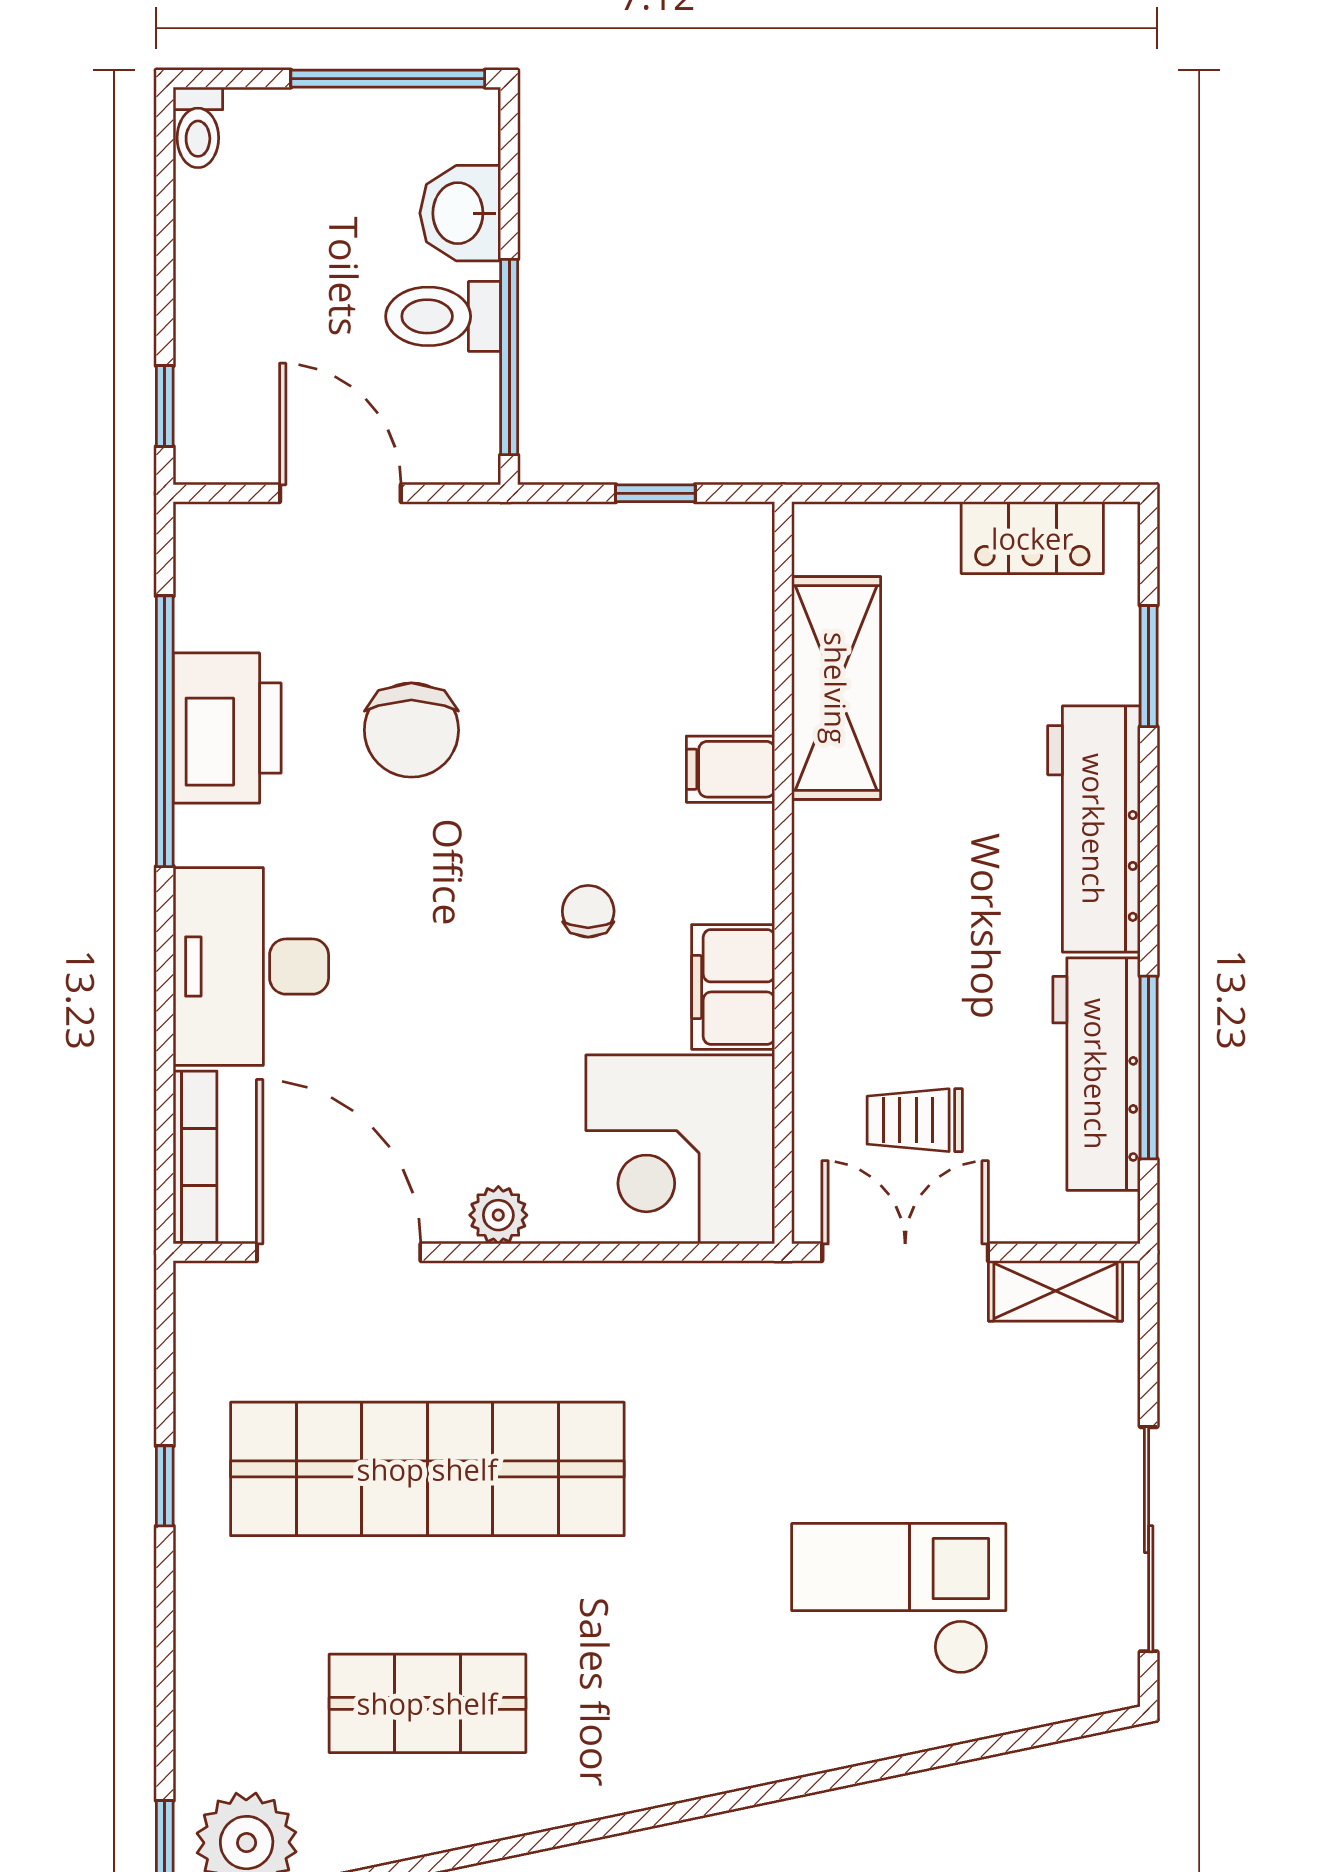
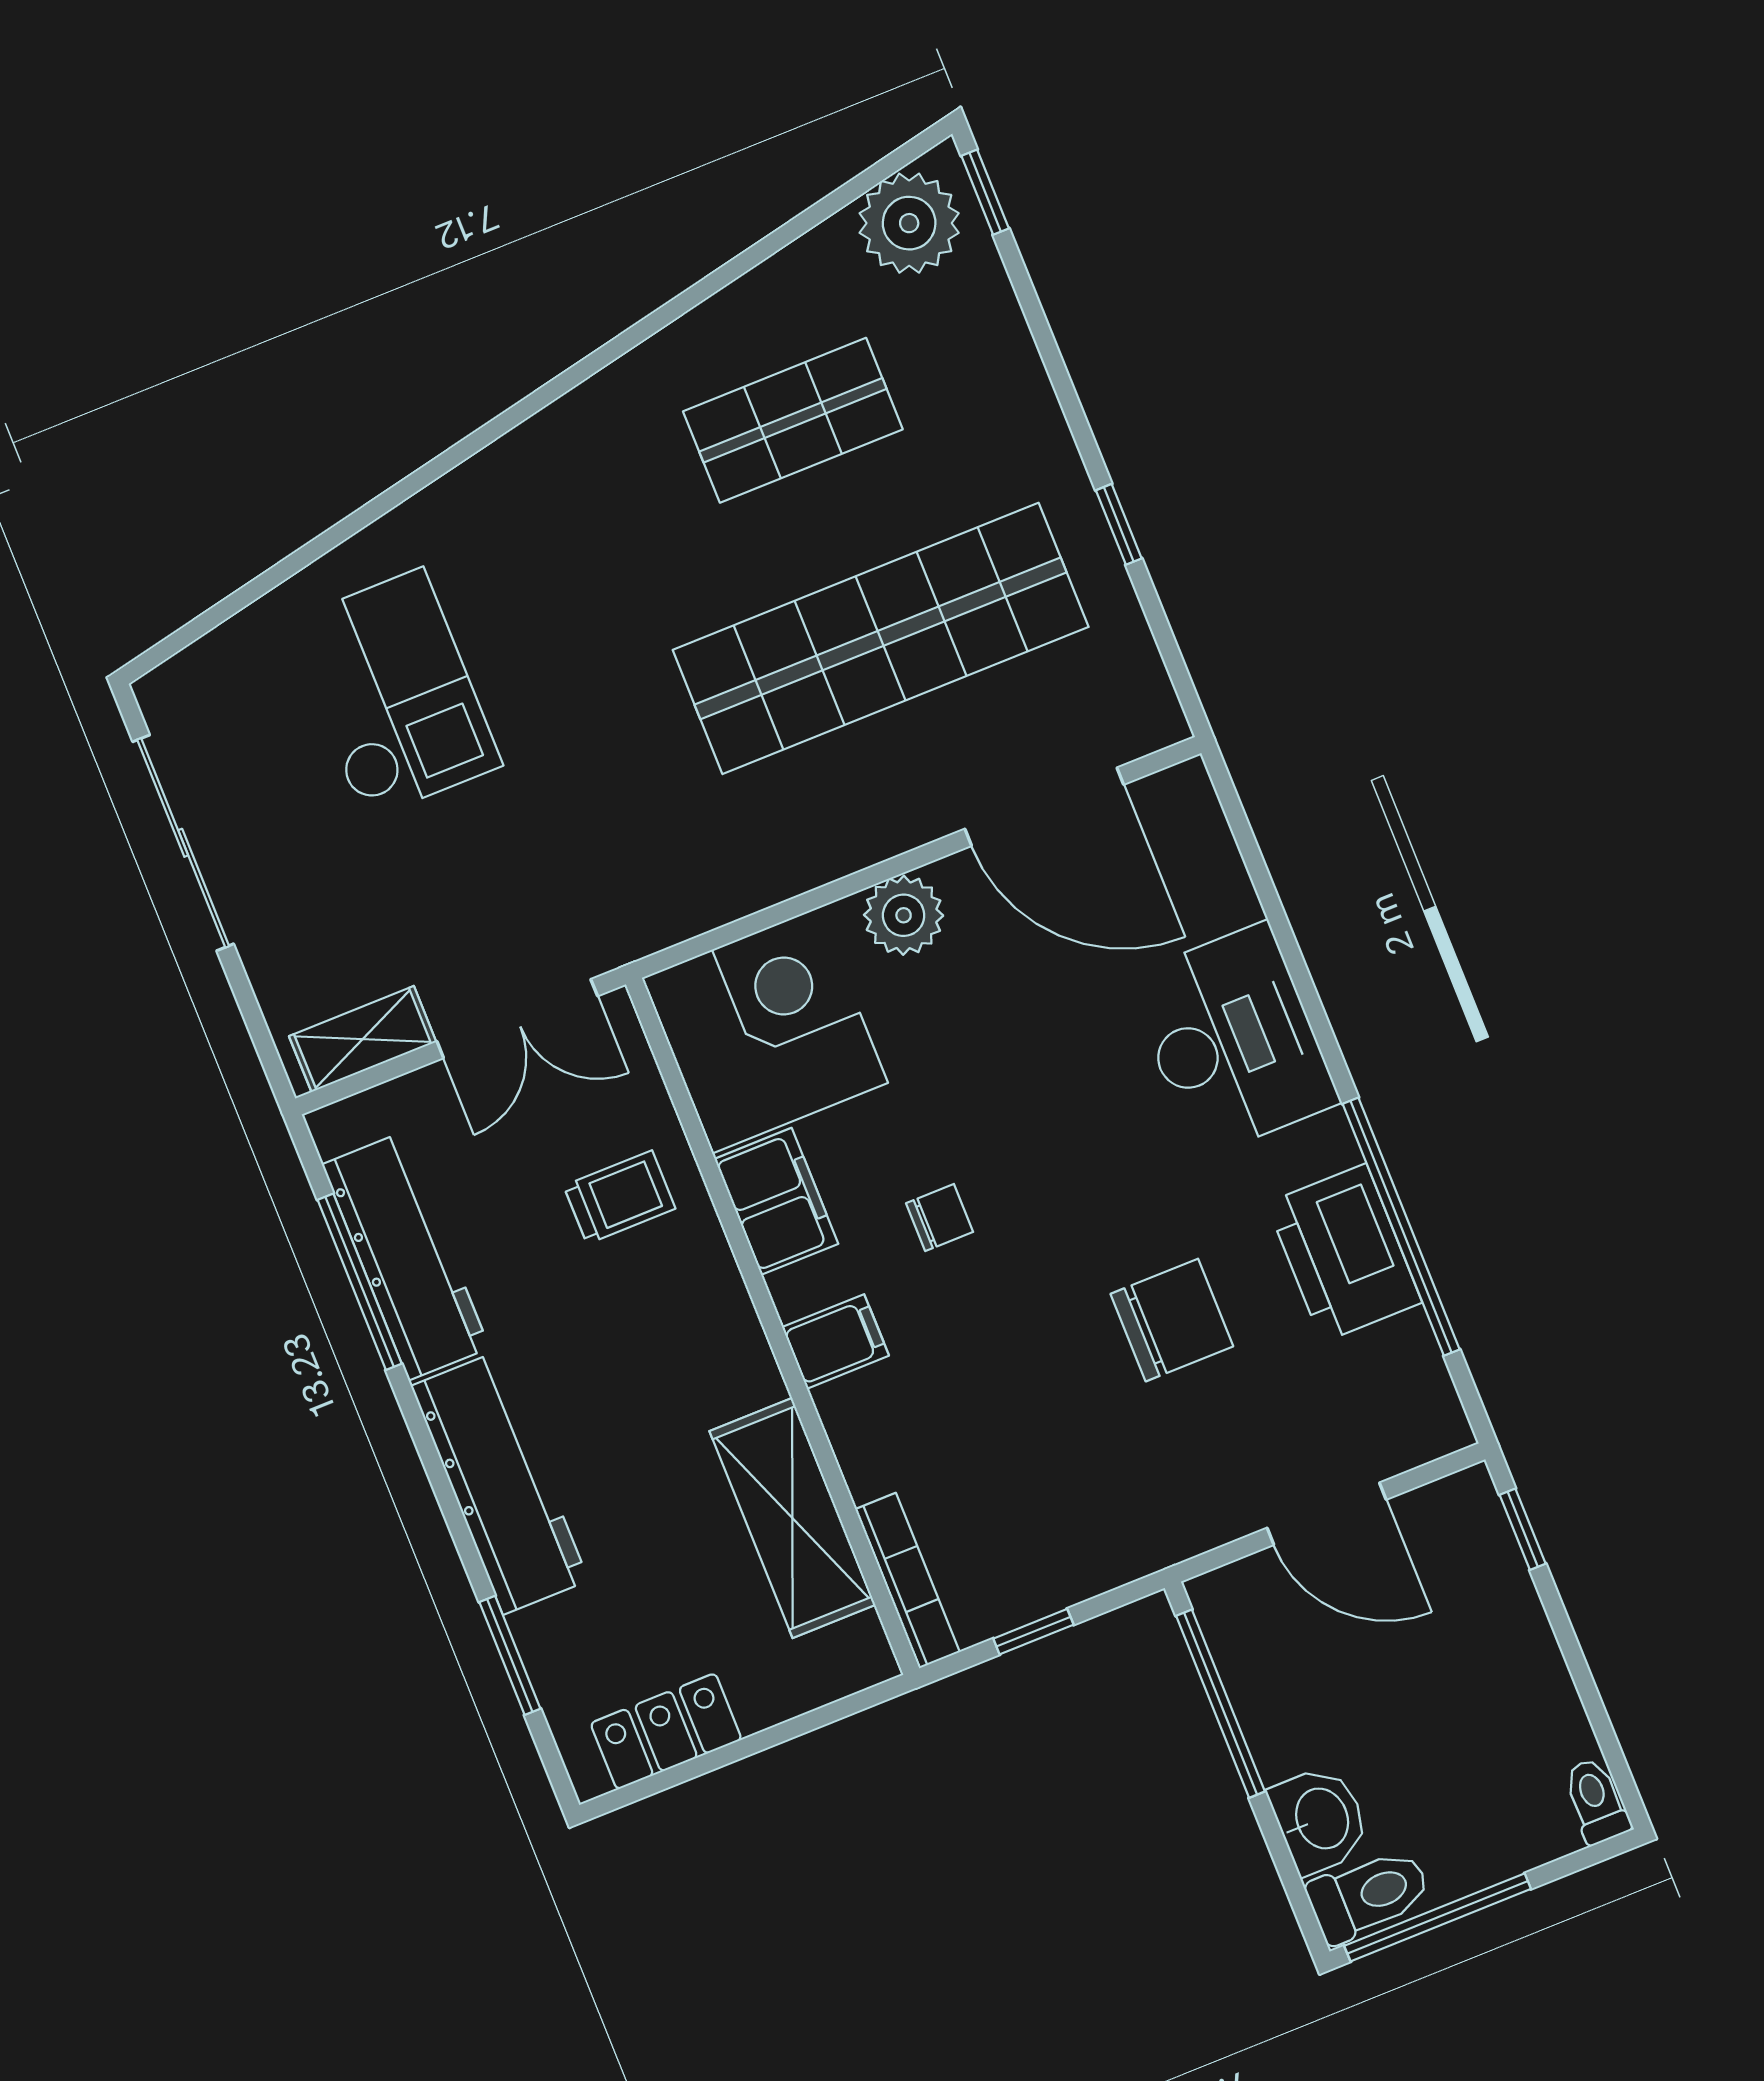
toilet: (443, 316) -> (1369, 1895), moved
chair: (411, 730) -> (1172, 1320), turned 90
filing cabinet: (731, 769) -> (836, 1341), moved
chair: (588, 911) -> (940, 1218), turned -90
trolley: (915, 1120) -> (619, 1197), moved
bookcase: (195, 1157) -> (908, 1581), moved, turned 180
plant: (498, 1215) -> (904, 915), width x1.38, depth x1.38
checkout: (899, 1599) -> (393, 694), turned -90

